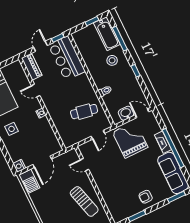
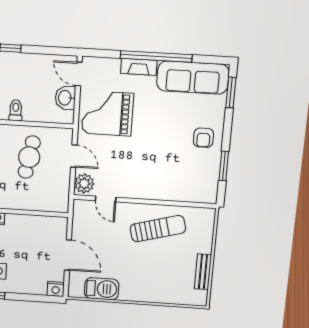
door: (142, 113) -> (79, 74), hinge flipped
plant: (86, 148) -> (84, 183), added
door: (84, 165) -> (106, 199), hinge flipped
barbecue: (29, 181) -> (102, 289), moved

